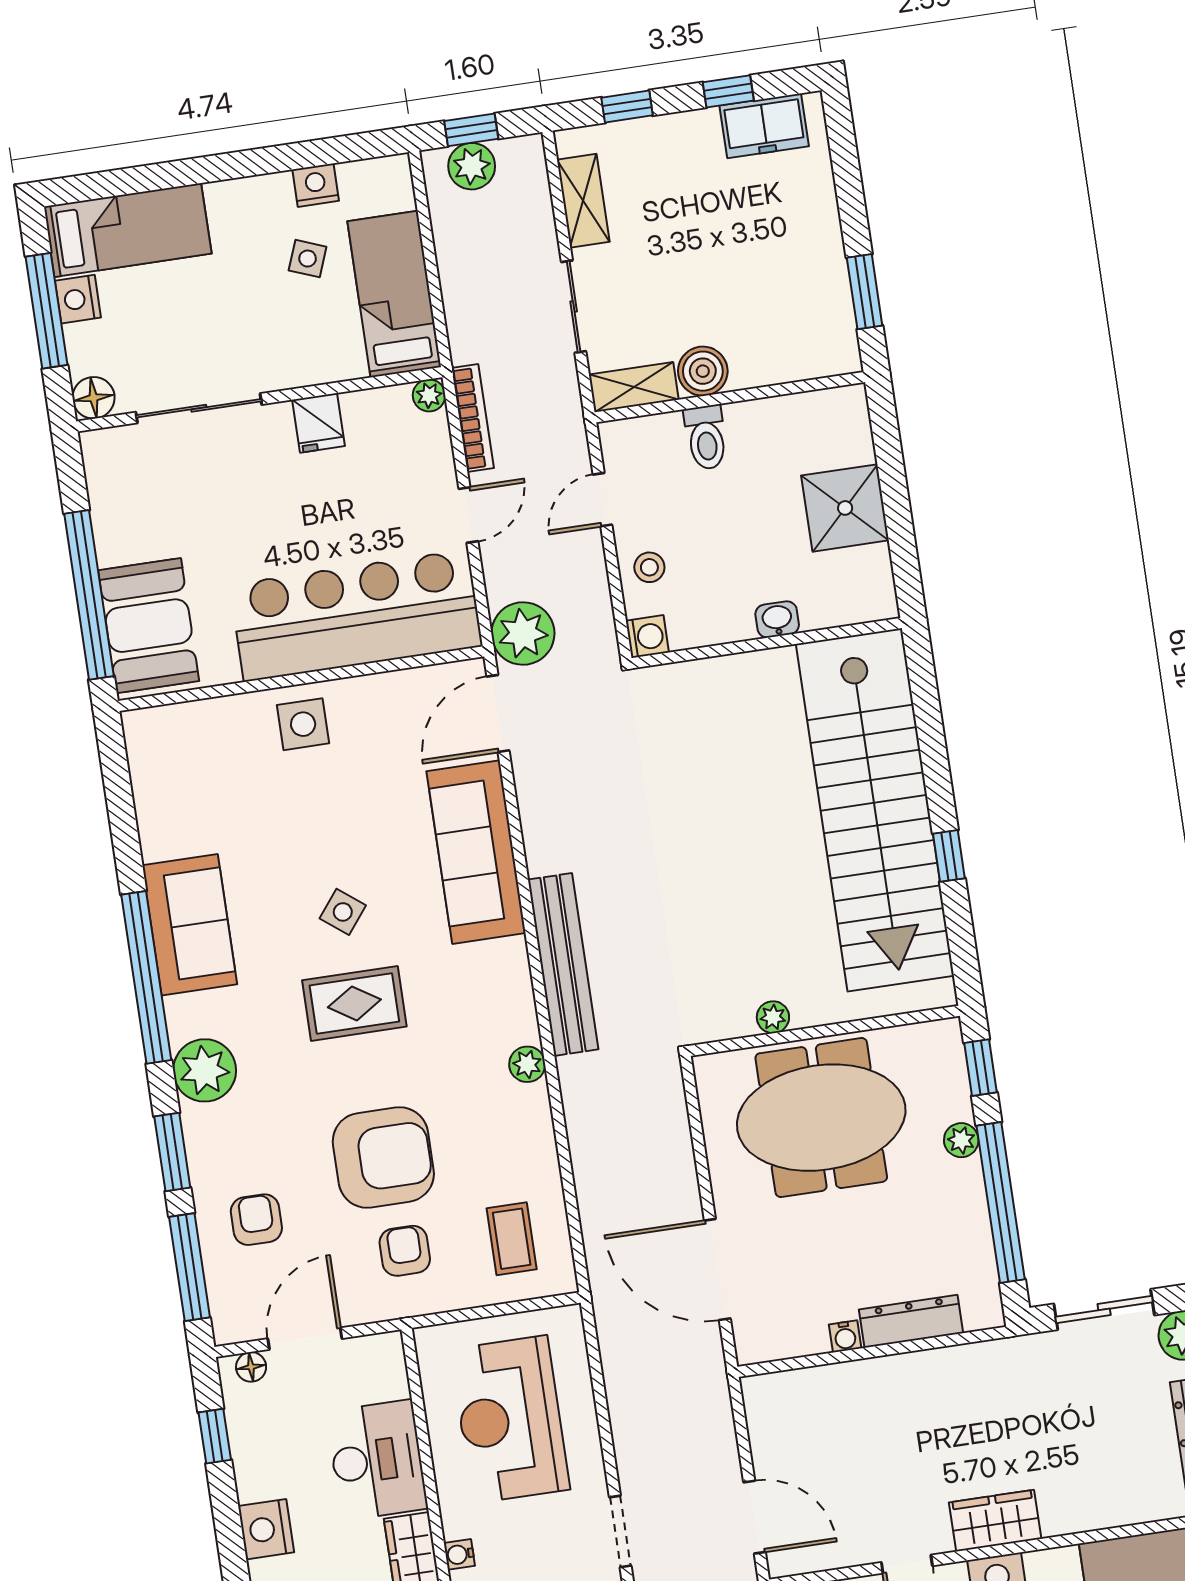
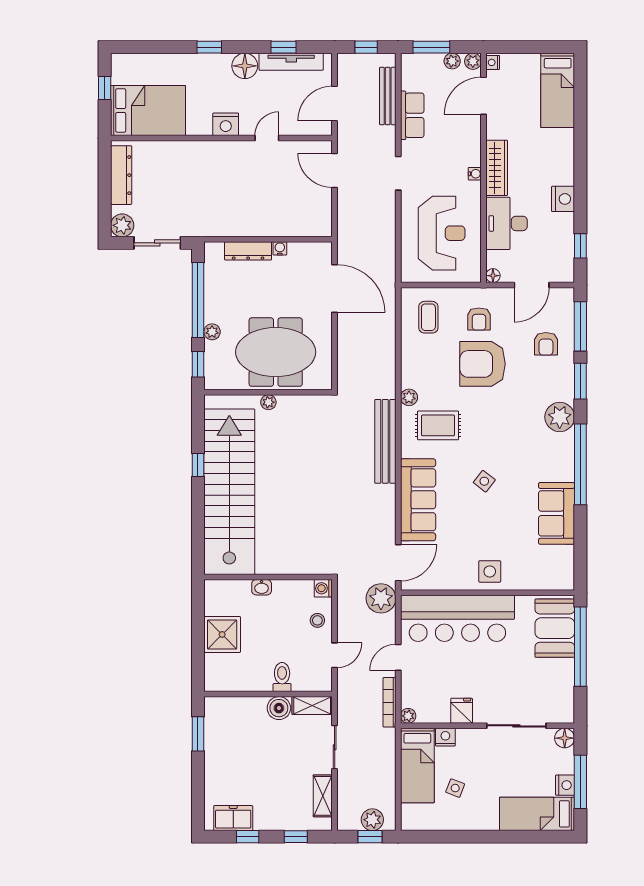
nightstand: (316, 185) -> (445, 737), moved, turned 180
sofa: (190, 925) -> (557, 513), moved
rug: (354, 1003) -> (438, 425), moved
plant: (773, 1017) -> (268, 402), moved
floor lamp: (251, 1367) -> (493, 276), moved
wardrobe: (995, 1521) -> (223, 152), removed

